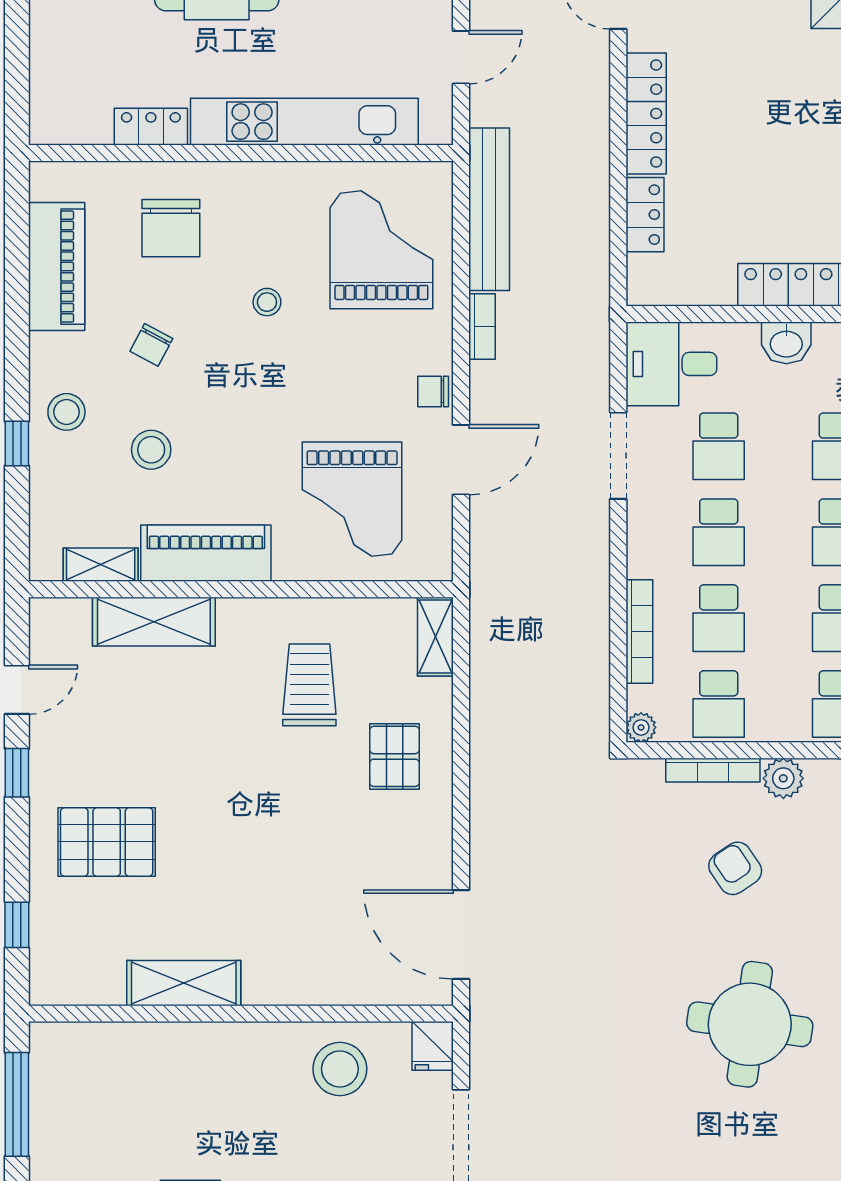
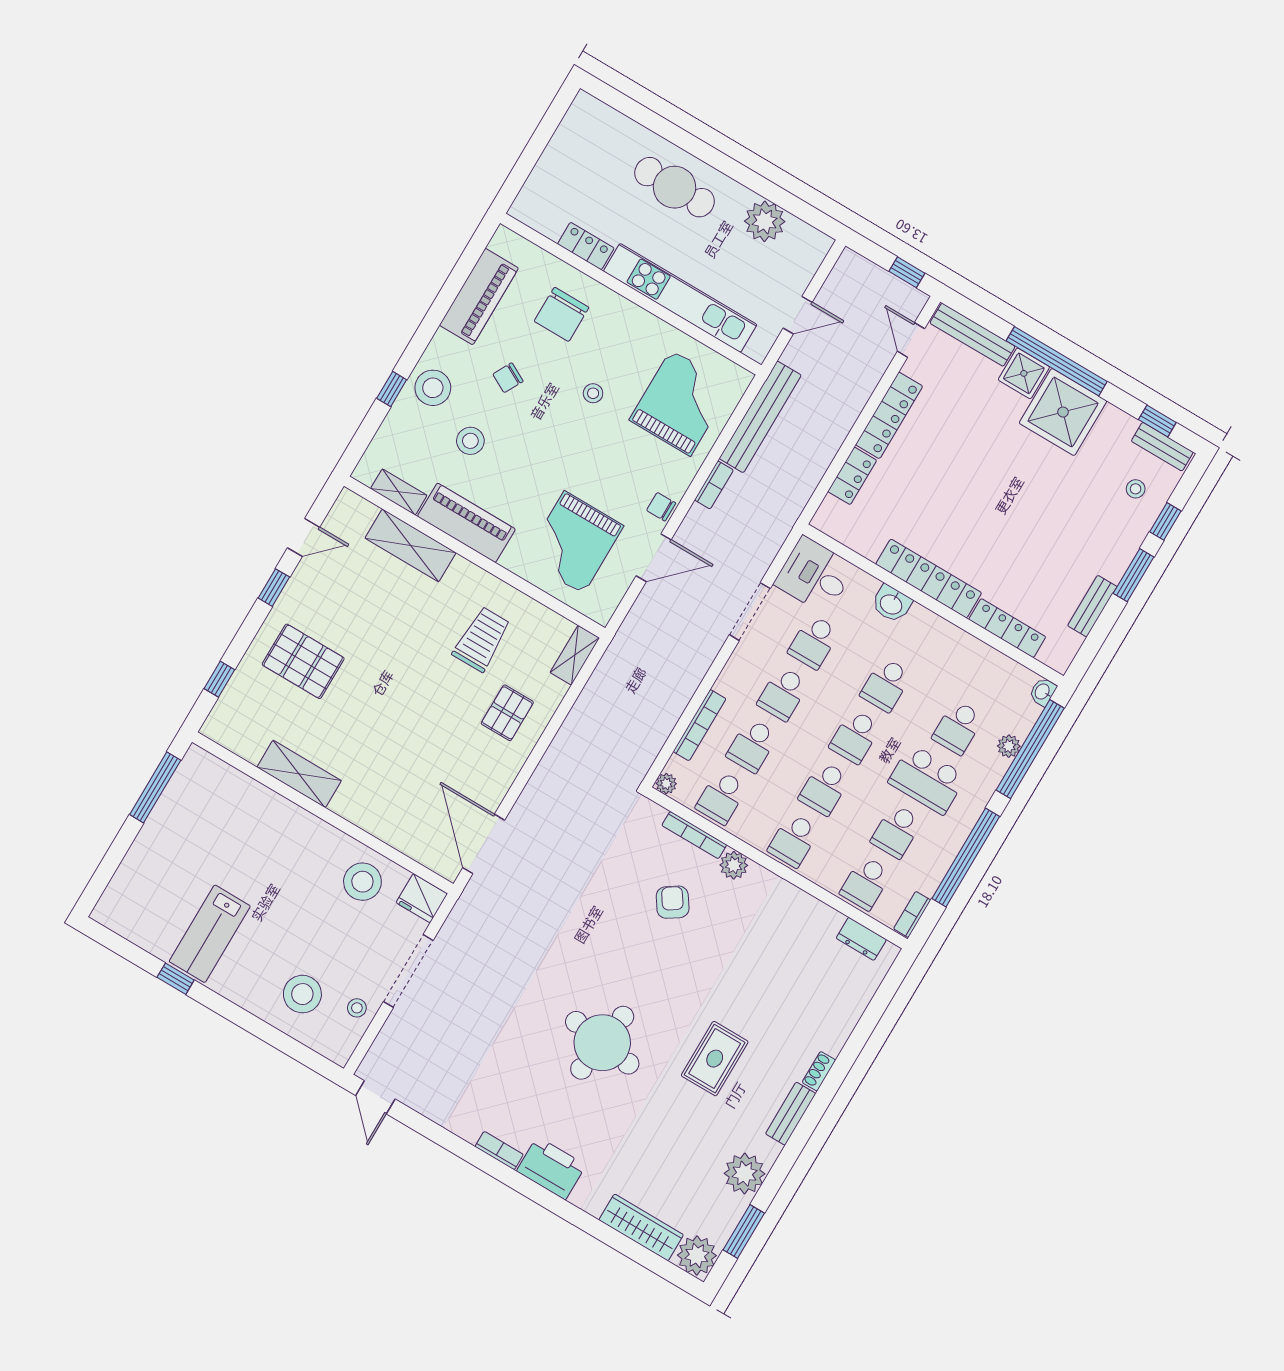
stool: (66, 412) -> (433, 388), width x1.38, depth x1.38
round table: (750, 1024) -> (602, 1043), moved
fridge: (433, 1046) -> (422, 898), width x1.38

